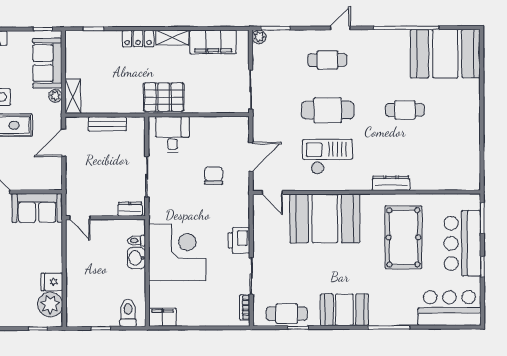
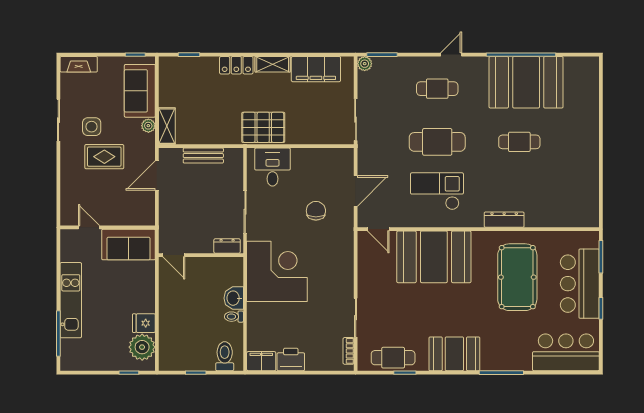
booth: (445, 54) -> (526, 82), moved
printer: (239, 240) -> (291, 359), moved, turned 90
toilet: (137, 241) -> (234, 317), moved
corner desk: (177, 252) -> (277, 271), moved

